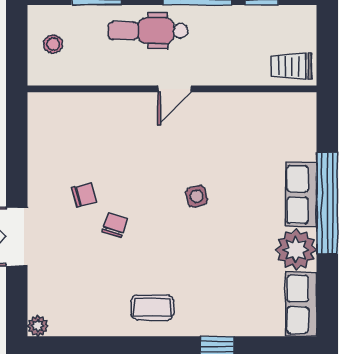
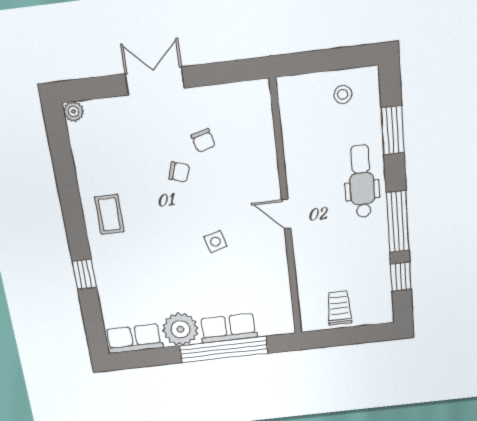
wall: (172, 89) -> (286, 212), moved
door: (175, 89) -> (286, 214), moved

